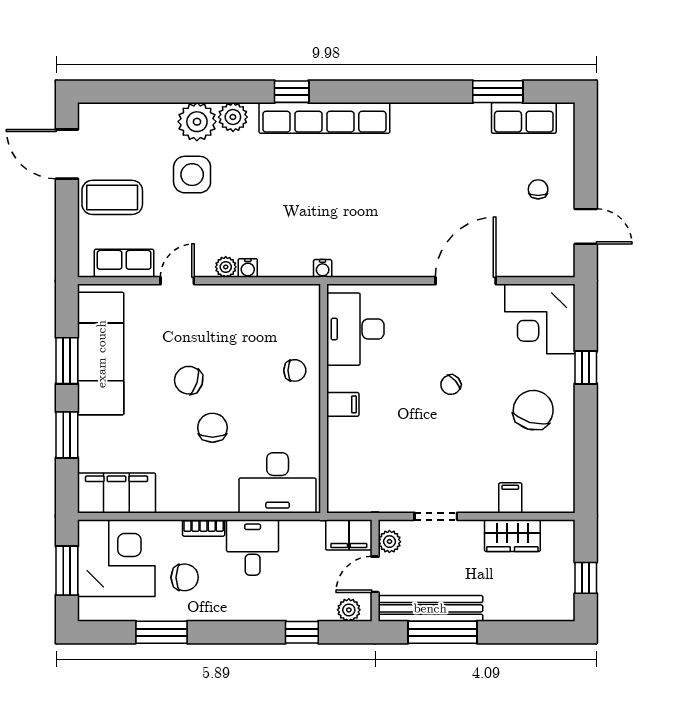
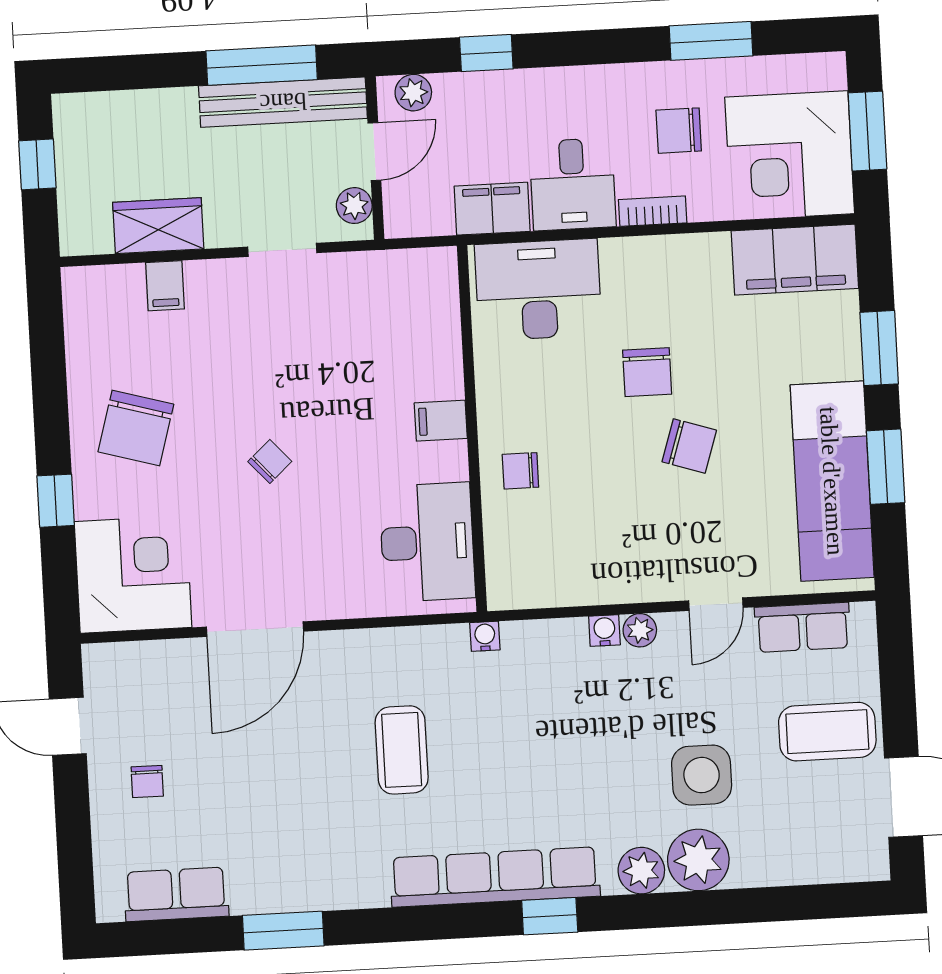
window: (498, 92) -> (283, 931), moved
coffee table: (378, 200) -> (402, 750), added
filing cabinet: (349, 535) -> (492, 209), moved

